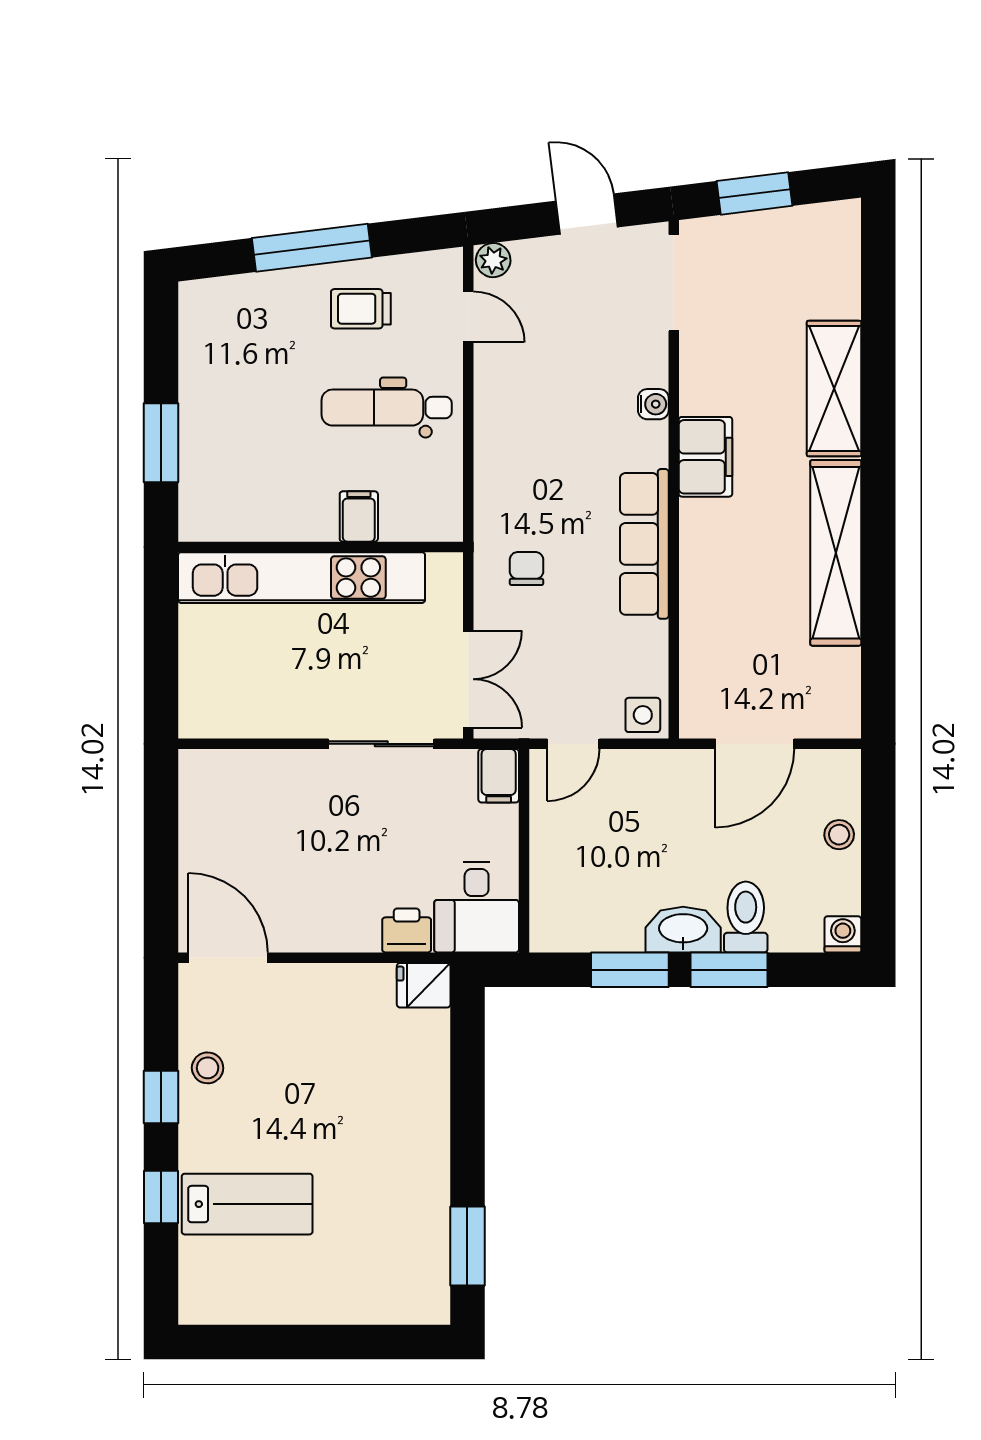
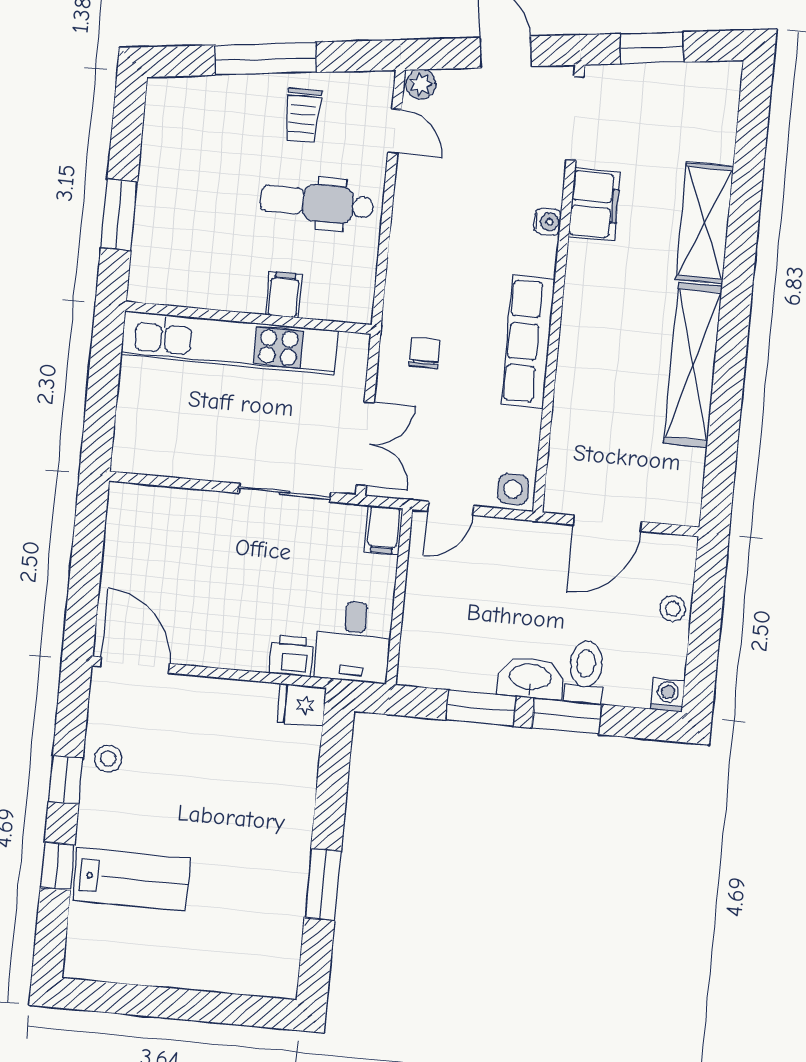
trolley: (361, 309) -> (303, 115), turned -90
filing cabinet: (705, 457) -> (595, 204), moved
window: (467, 1246) -> (323, 885), moved

